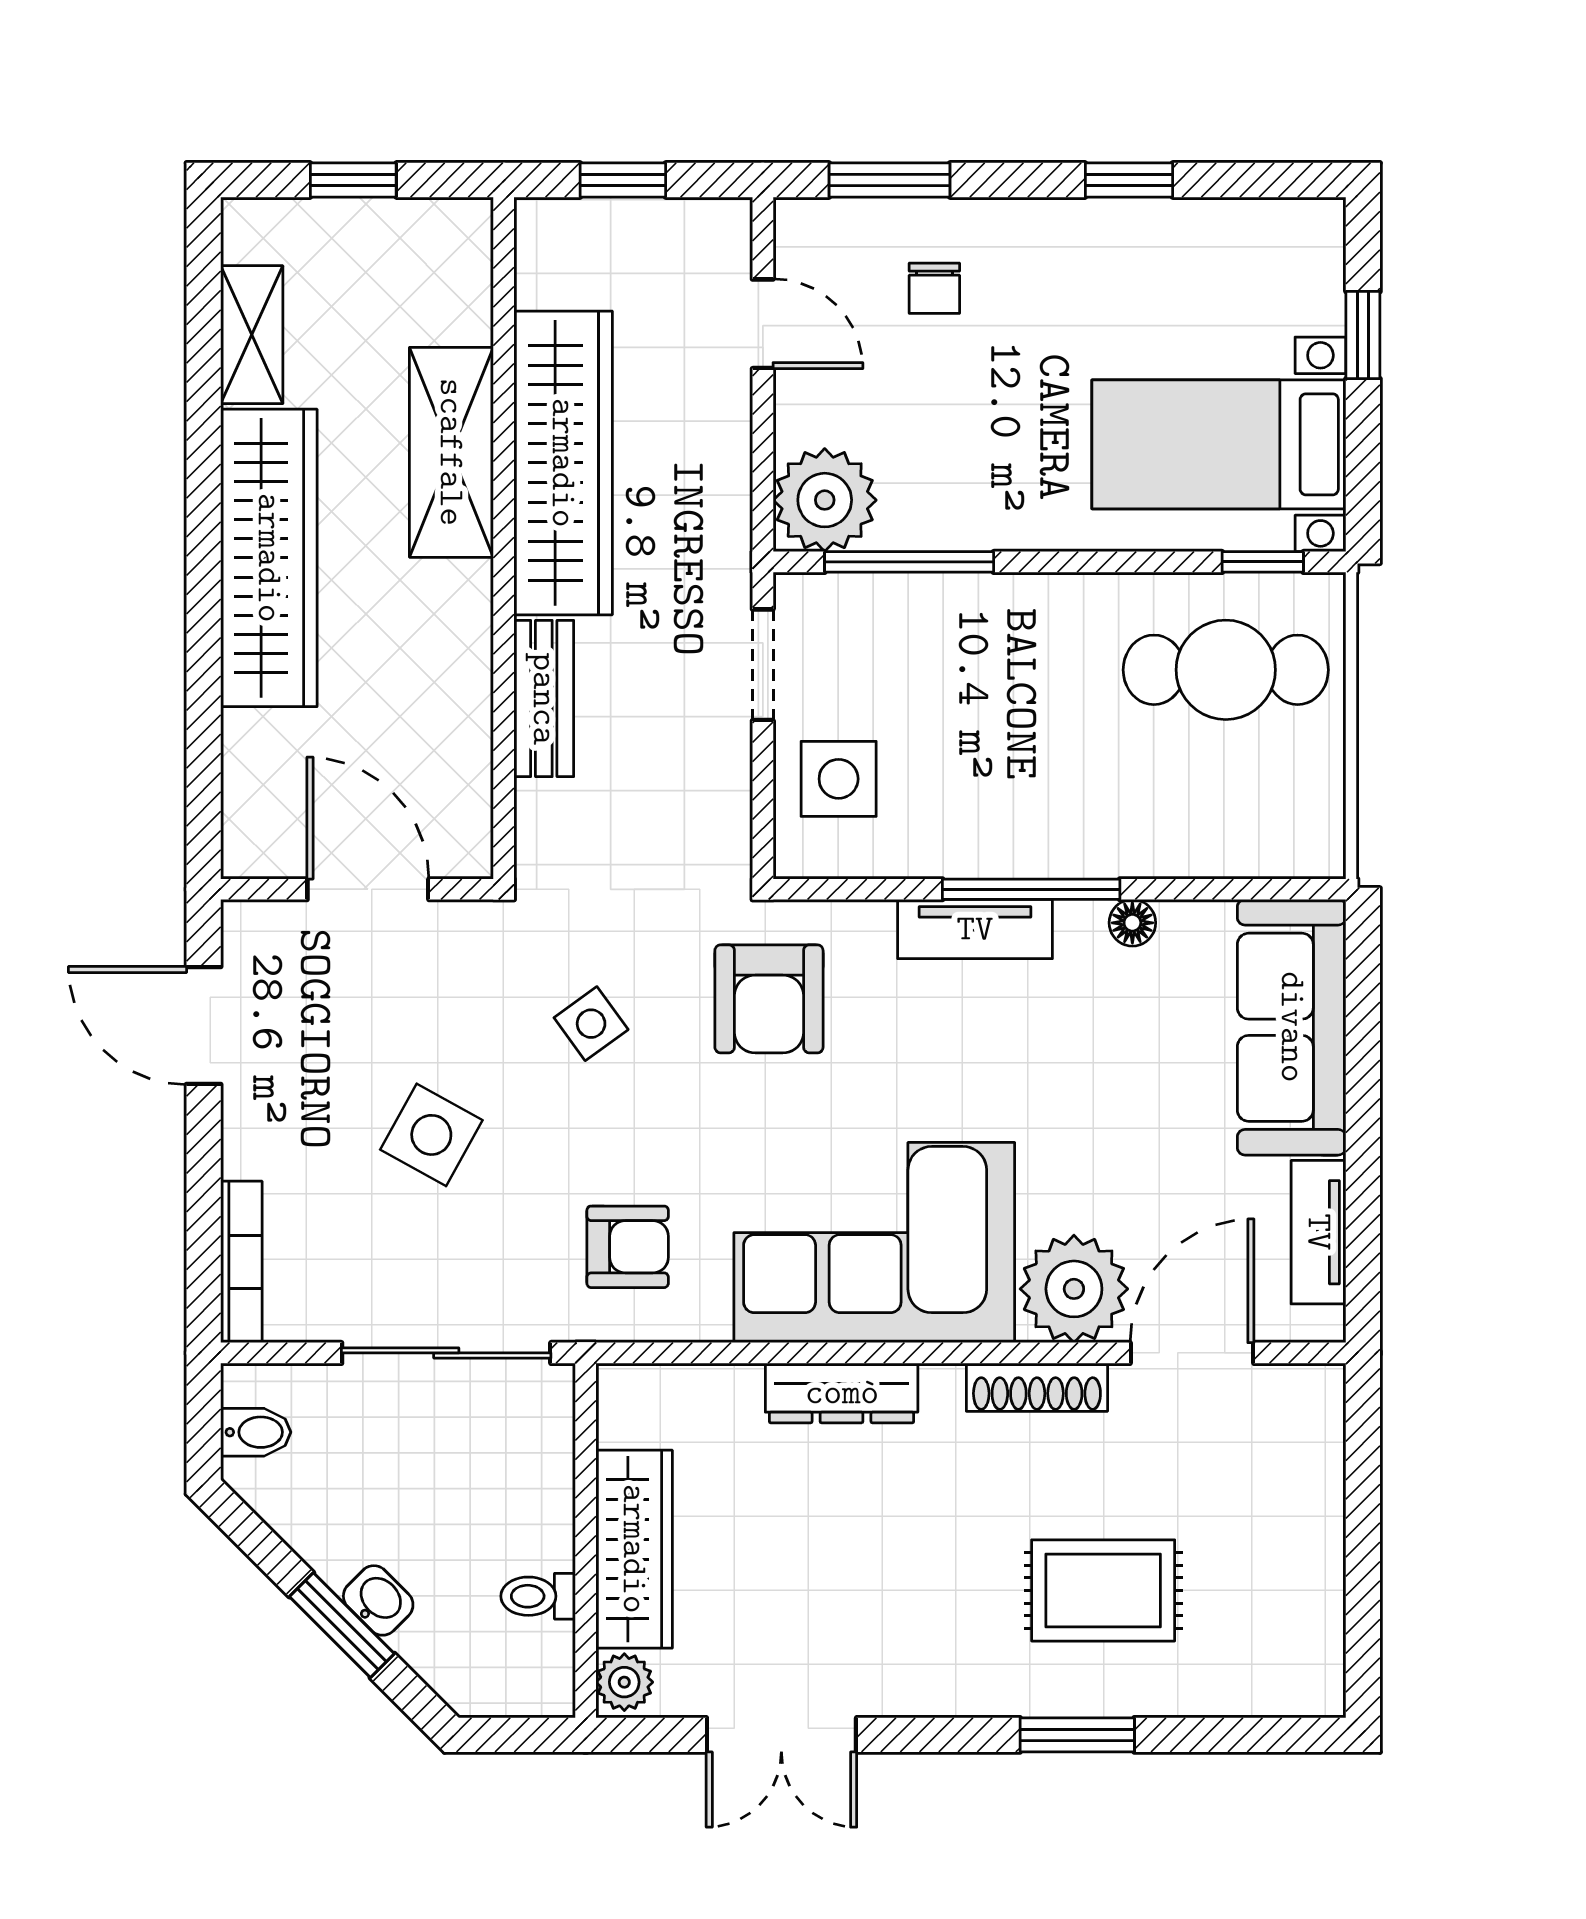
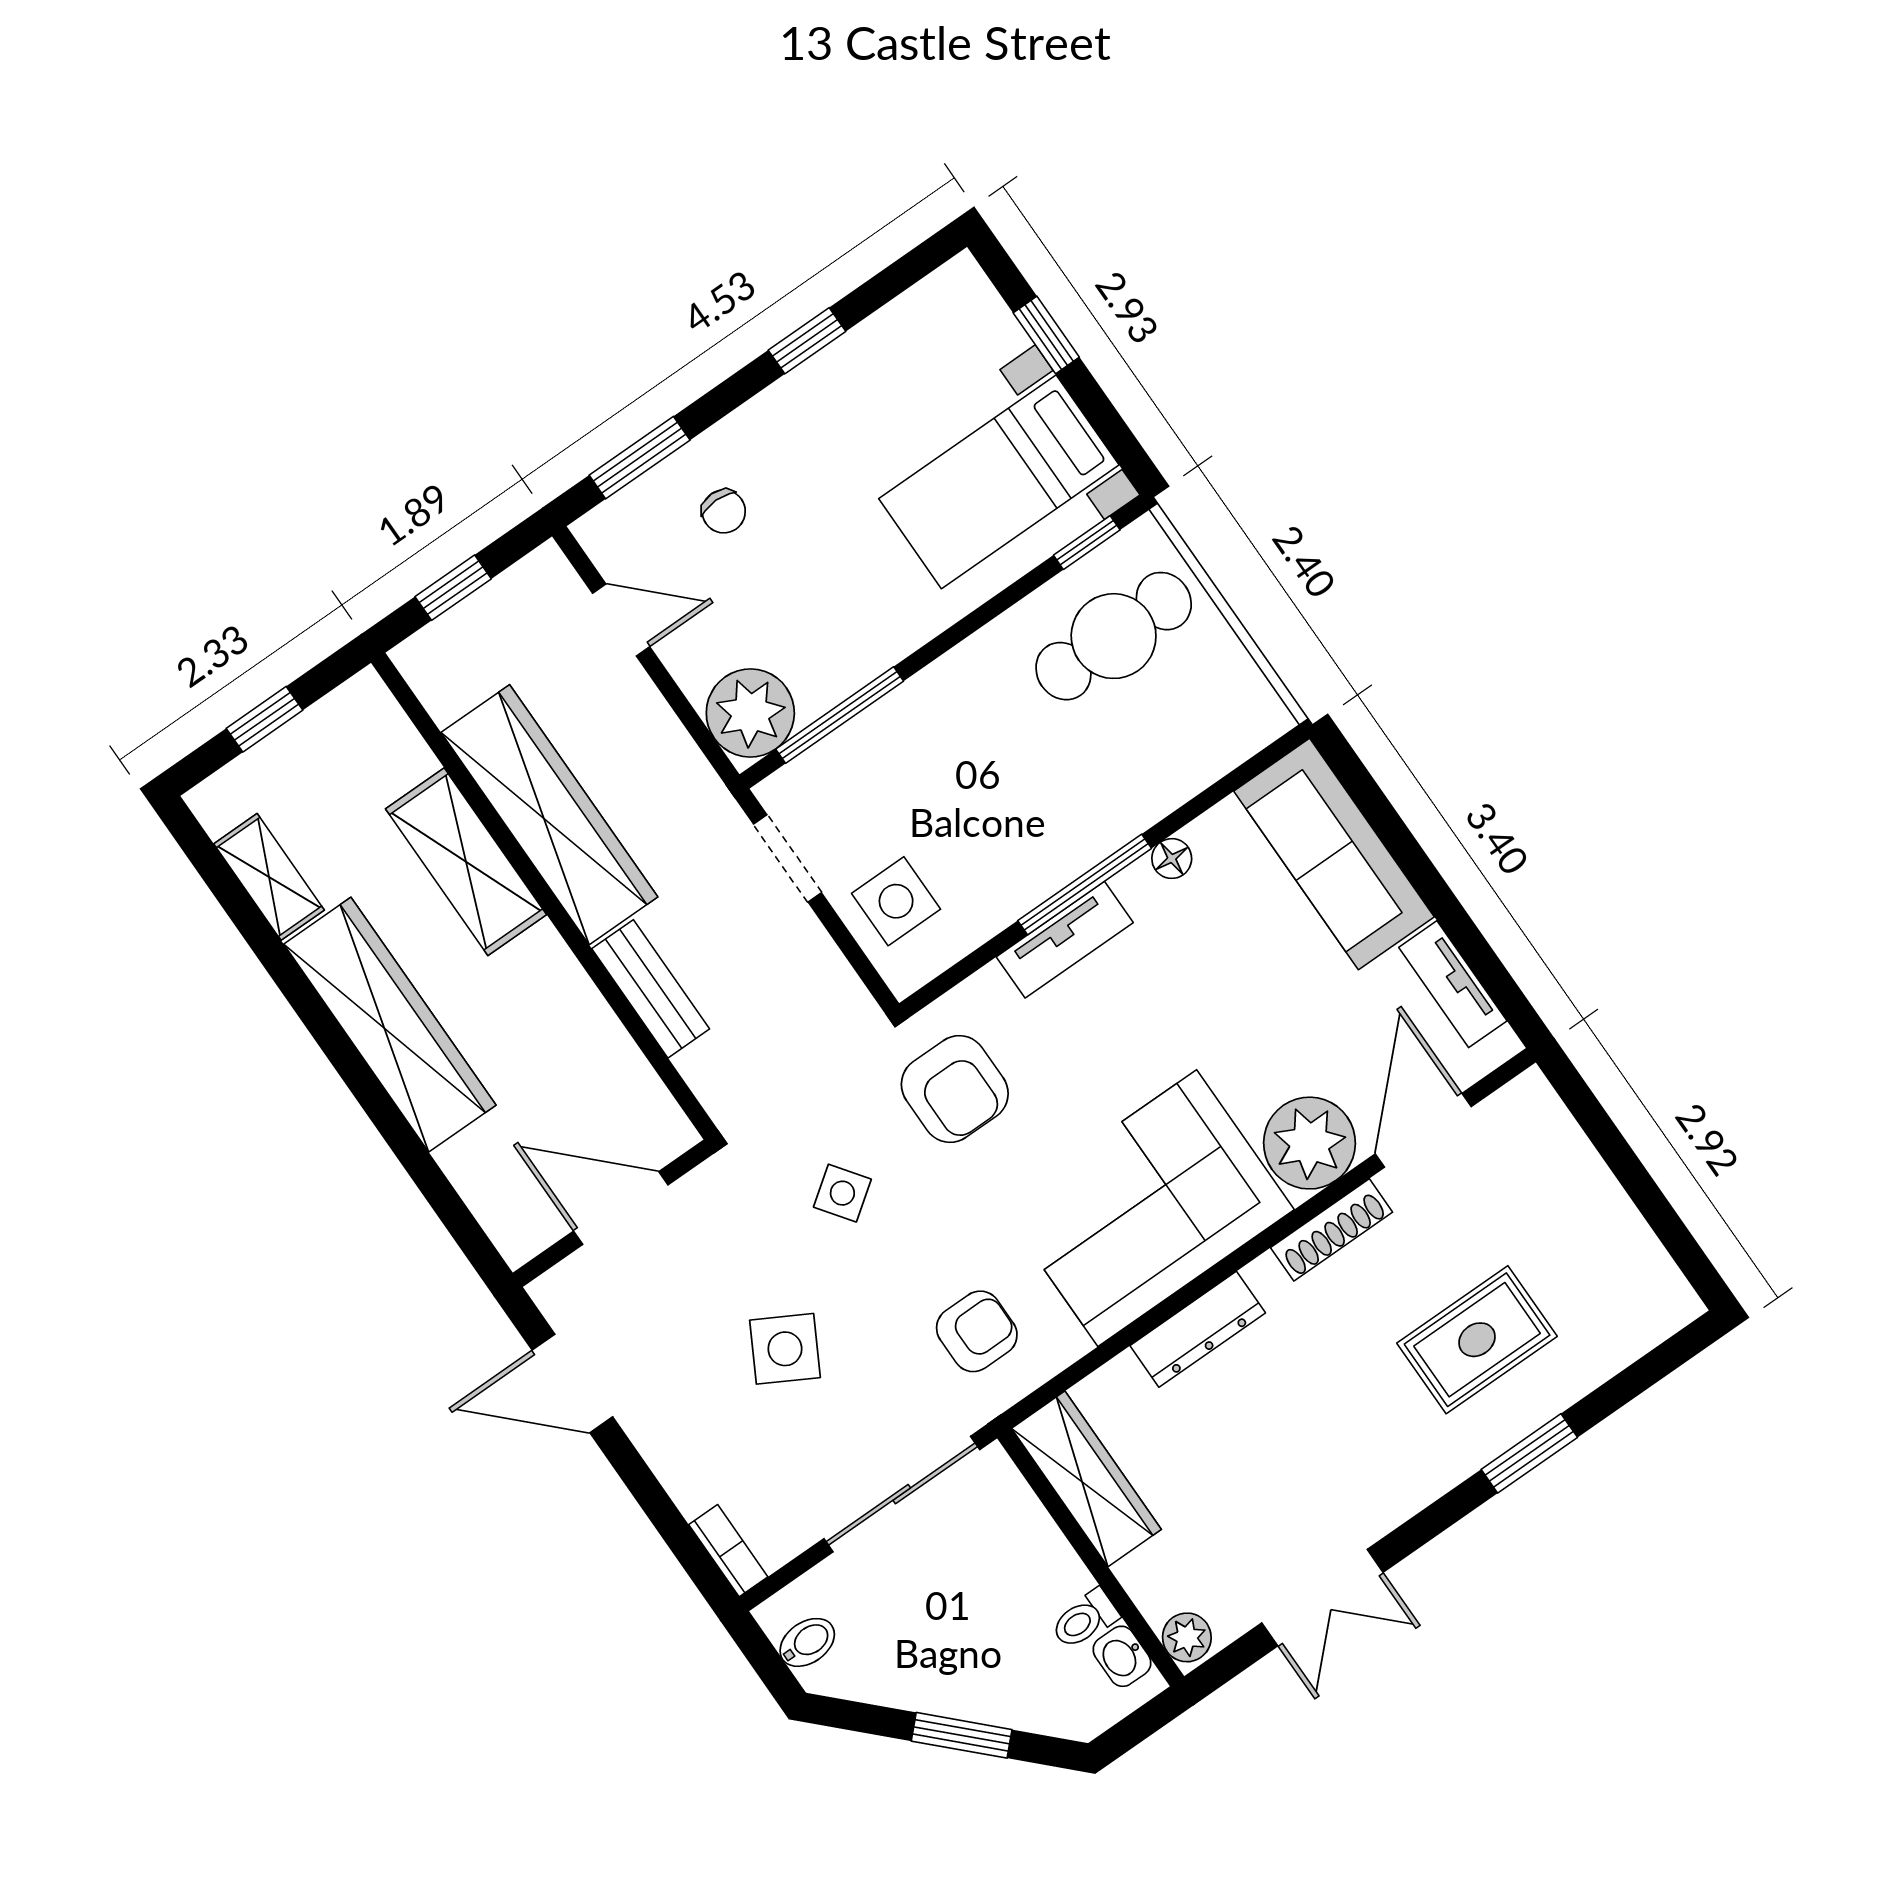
bookcase: (241, 1262) -> (728, 1551), width x0.64
wardrobe: (634, 1549) -> (1086, 1479), moved
washbasin: (378, 1600) -> (1122, 1656), moved, turned -135

